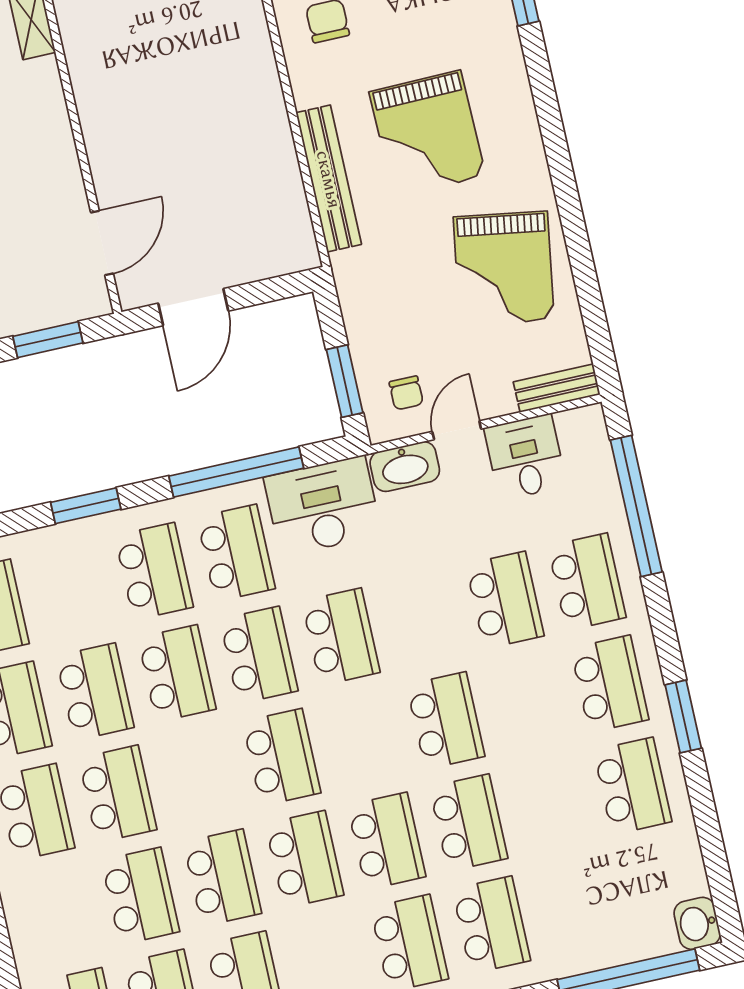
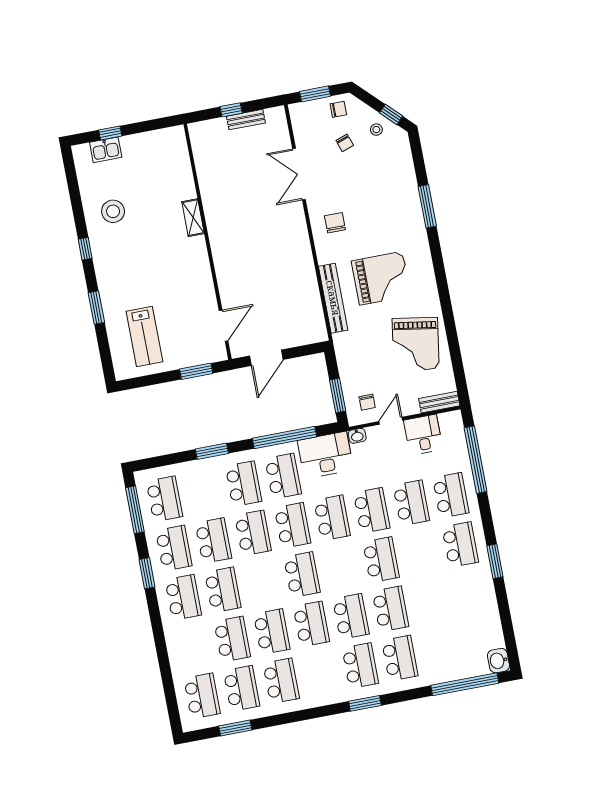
grand piano: (427, 134) -> (381, 278), turned -89
washbasin: (405, 467) -> (357, 436), width x0.52, depth x0.69
school desk: (633, 786) -> (372, 510), moved

